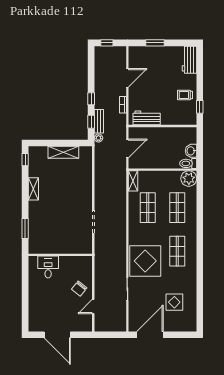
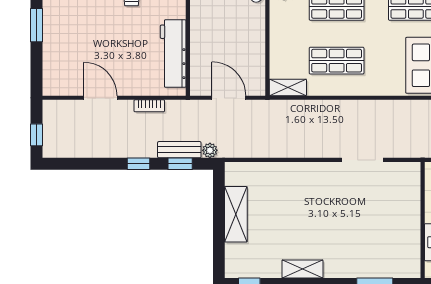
window: (155, 43) -> (37, 25), moved
workbench: (147, 118) -> (173, 53), width x1.38

